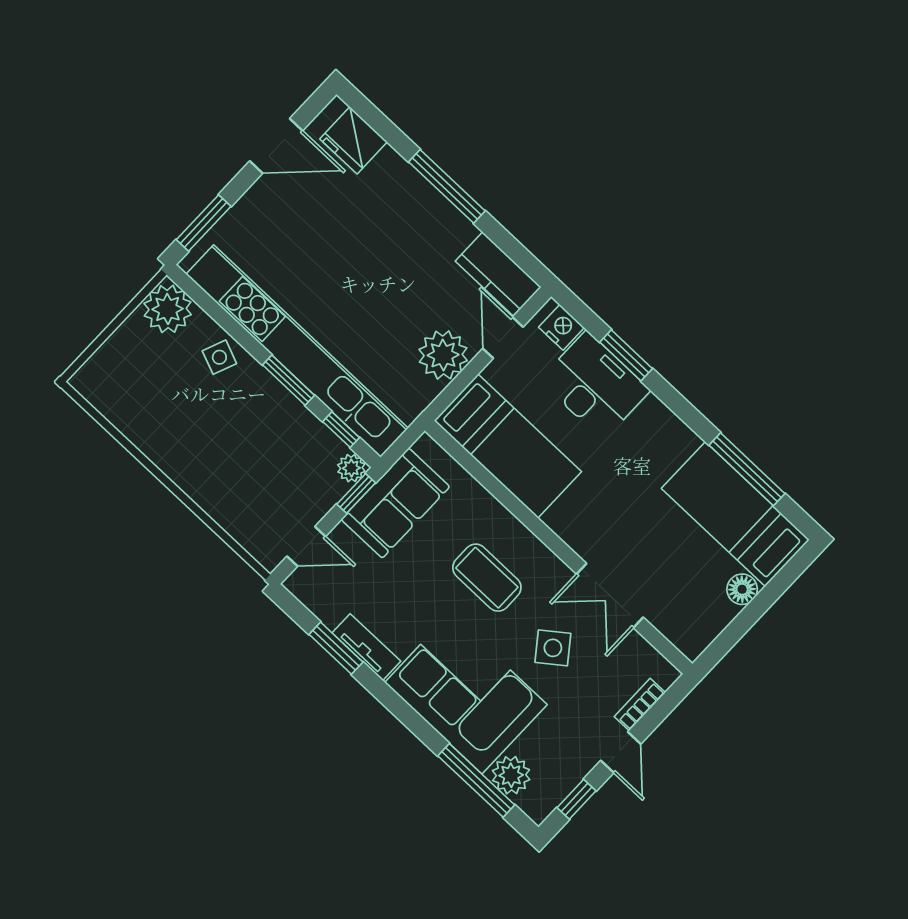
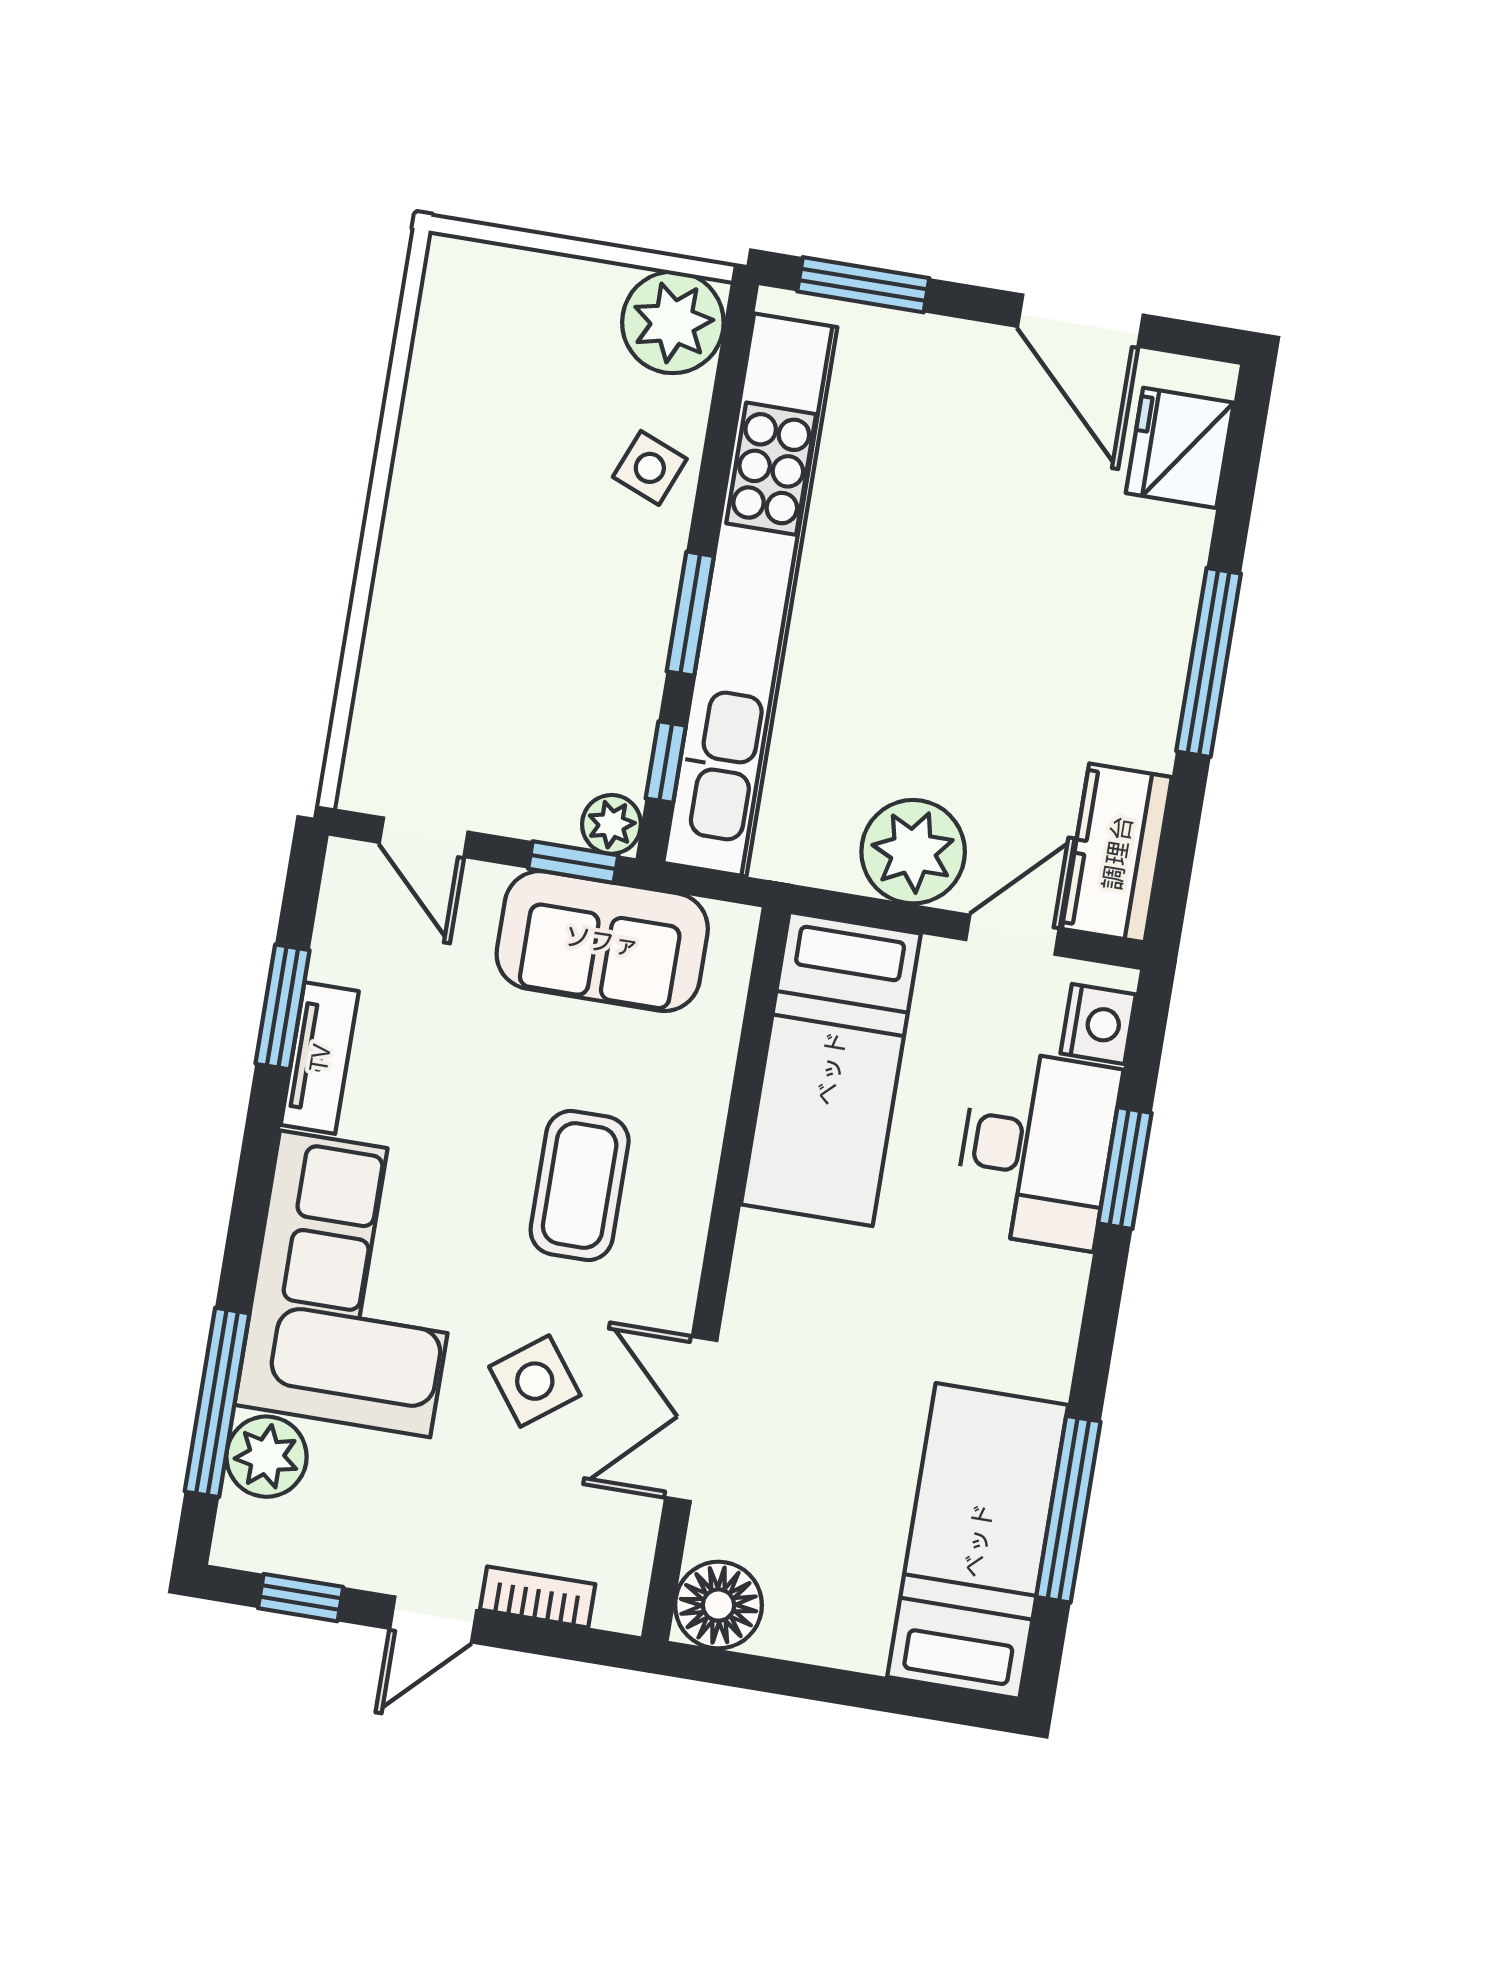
floor lamp: (742, 589) -> (719, 1605), moved, width x1.38, depth x1.38

